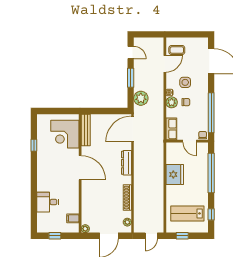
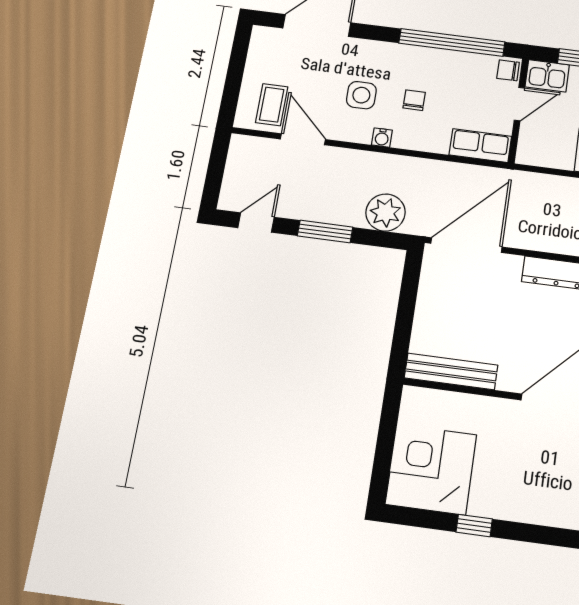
plant: (172, 102) -> (409, 136), removed
door: (133, 129) -> (466, 245), swing flipped
corner desk: (65, 134) -> (431, 469), moved, turned 180
kitchen sink: (202, 150) -> (547, 76), added

